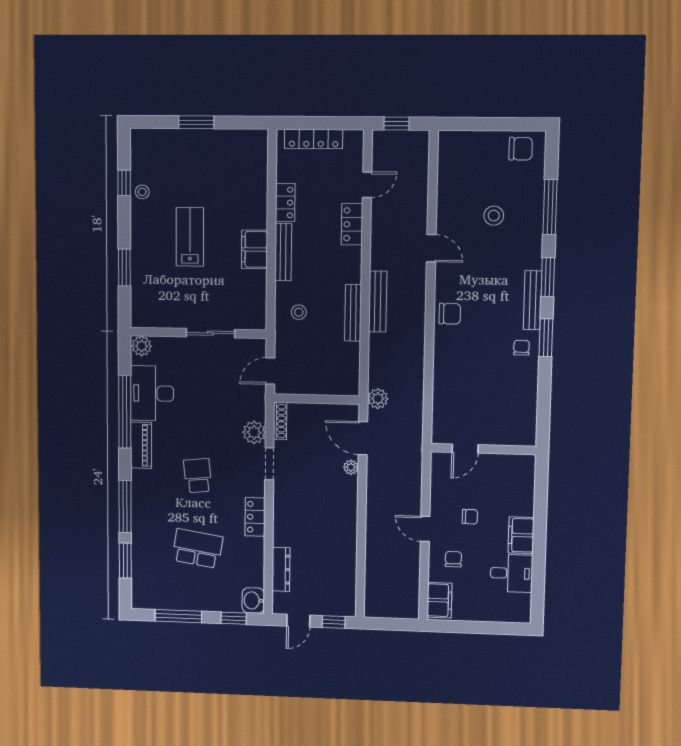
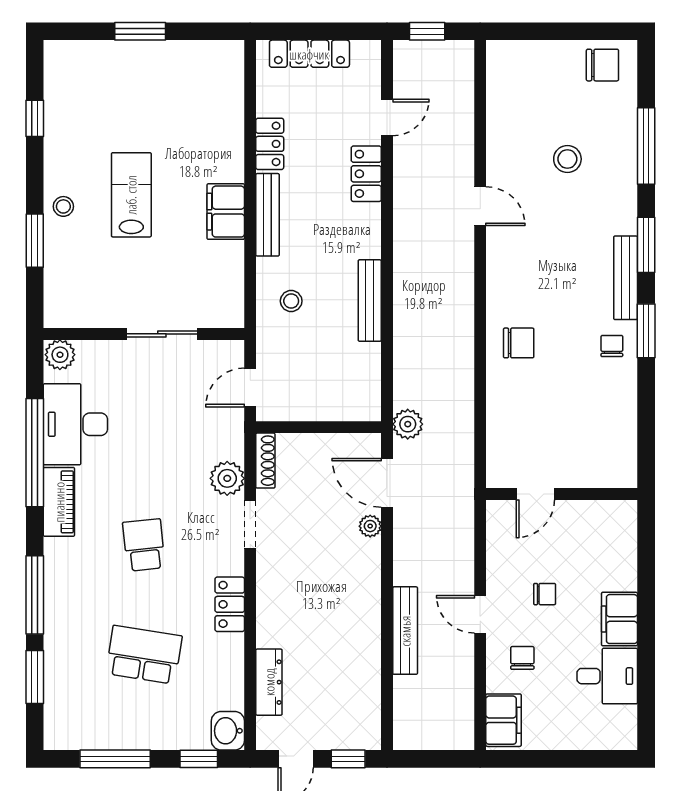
stool: (142, 192) -> (63, 206), moved
bench: (378, 301) -> (405, 631), moved
chair: (450, 314) -> (519, 343), moved

